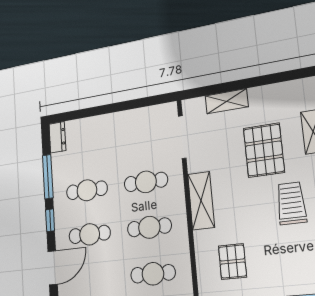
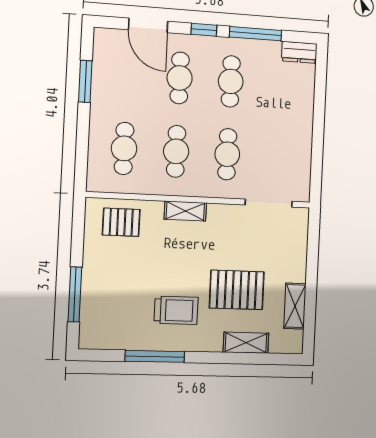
shelving: (227, 101) -> (295, 306), moved
shelving: (201, 201) -> (185, 211), width x0.67, depth x0.75
pallet: (232, 261) -> (121, 222), moved

